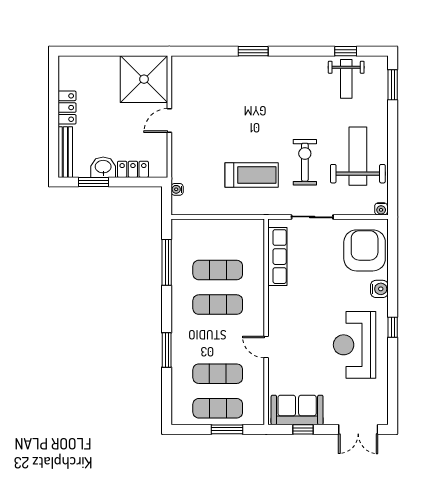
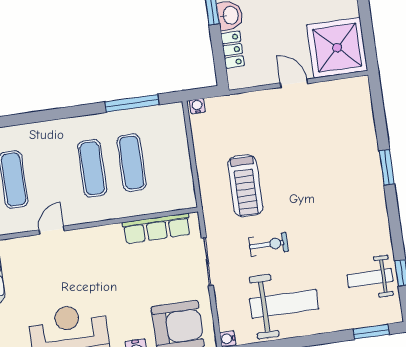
exercise bike: (305, 162) -> (269, 244), width x0.73, depth x0.72
water cooler: (177, 189) -> (197, 106), moved
window: (167, 350) -> (32, 117), removed

